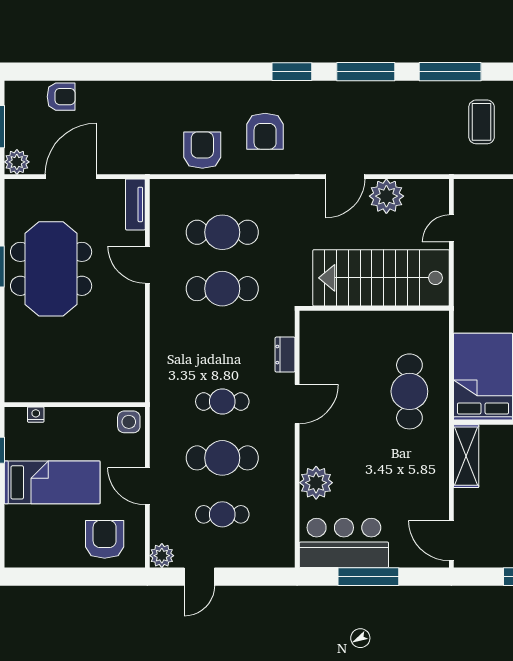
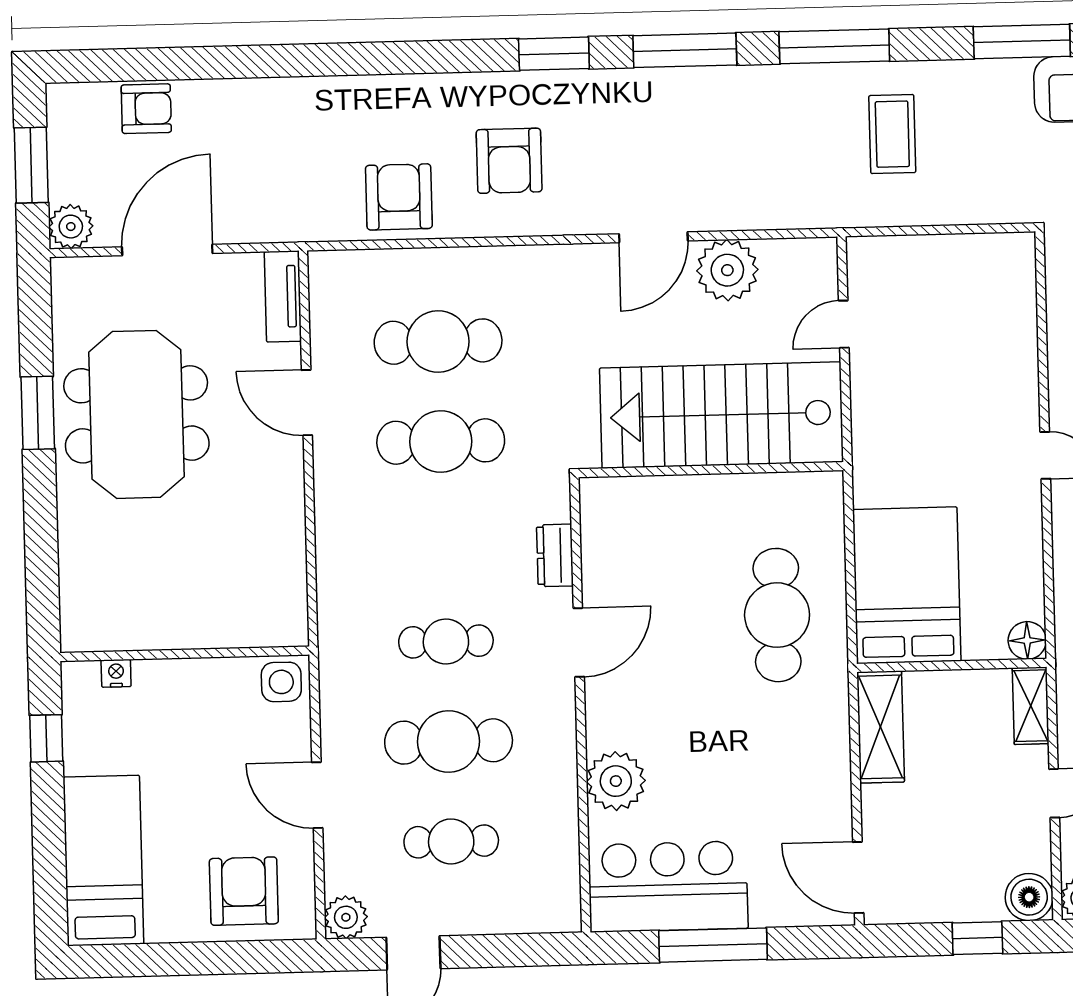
bed: (52, 482) -> (103, 861), moved, turned -90

